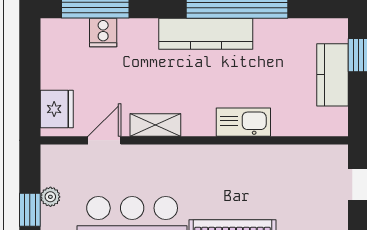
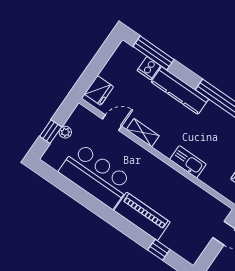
kitchen counter: (206, 34) -> (180, 90), moved

